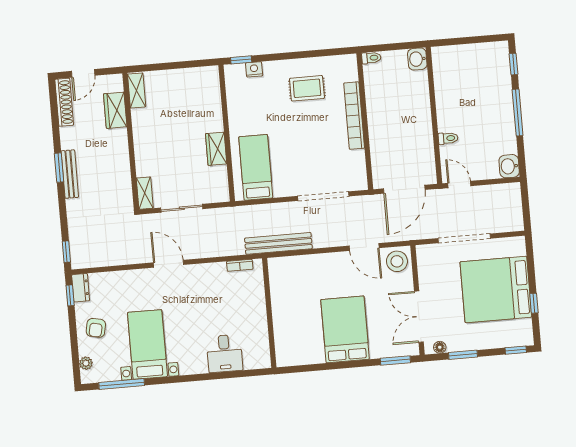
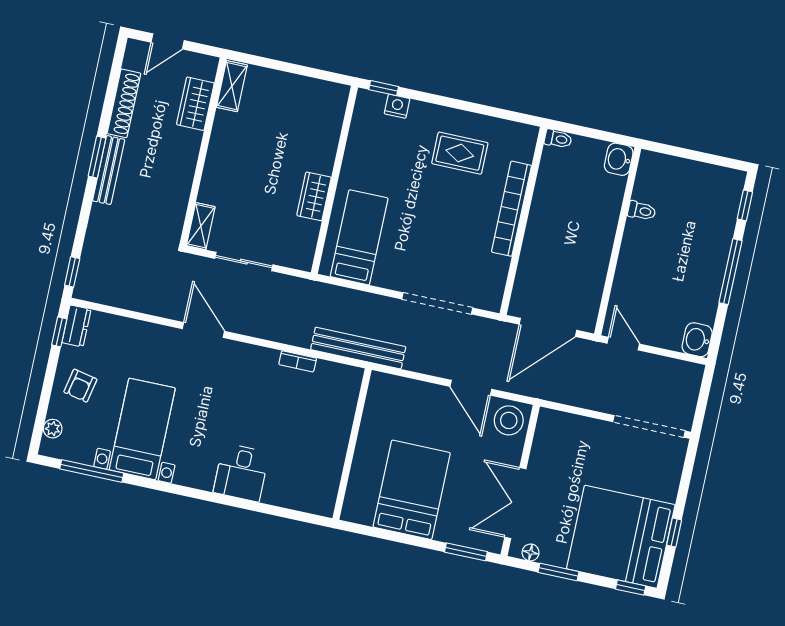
shoe rack: (64, 102) -> (124, 103), moved
toilet: (448, 138) -> (642, 211), moved
doorway: (464, 238) -> (649, 426), moved
bed: (496, 289) -> (621, 537), moved
wall: (269, 313) -> (352, 444), moved

